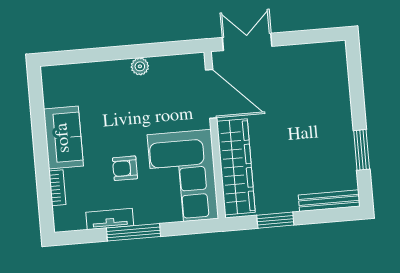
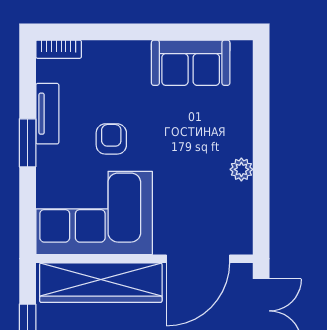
sofa: (63, 138) -> (191, 63), moved
bookcase: (57, 188) -> (59, 49), moved
window: (133, 232) -> (28, 143), width x0.69

